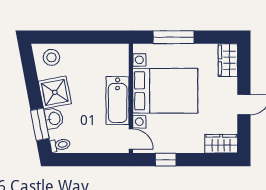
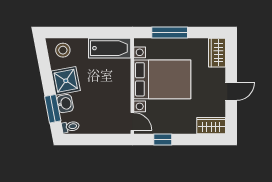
bathtub: (118, 101) -> (110, 48), moved, turned -90

